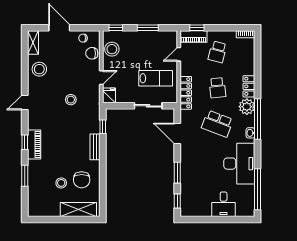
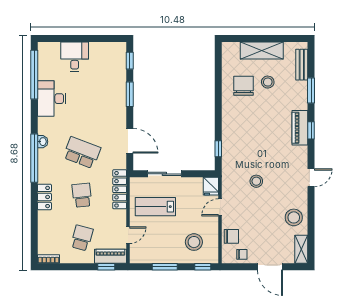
stool: (112, 49) -> (194, 242), moved
plant: (247, 107) -> (47, 173), removed
bench: (95, 147) -> (302, 65), moved
desk: (239, 164) -> (52, 99), width x0.73, depth x0.77
shelving: (78, 210) -> (262, 50), moved

